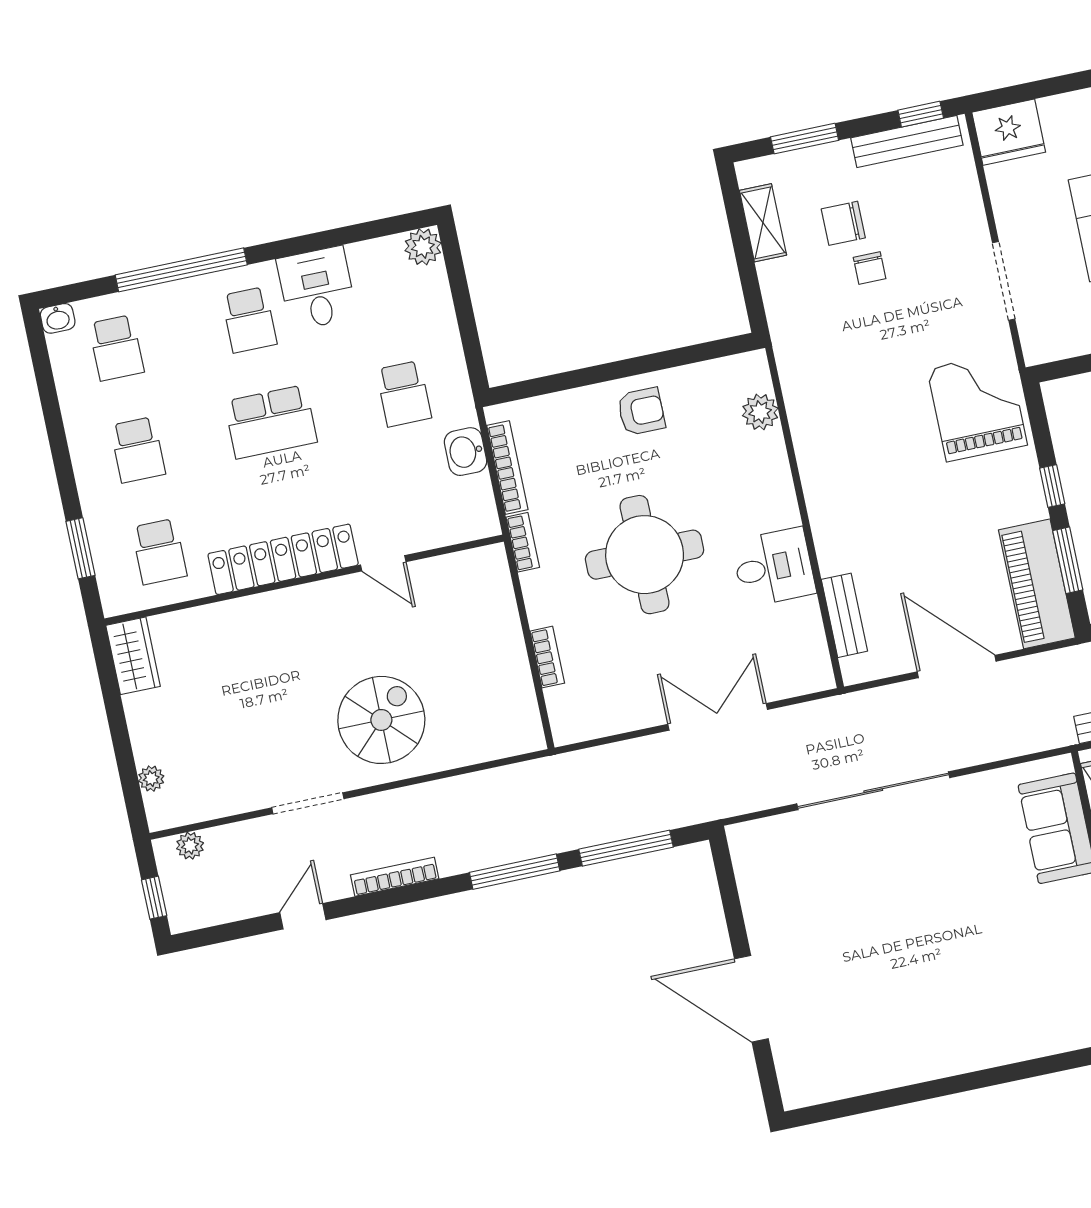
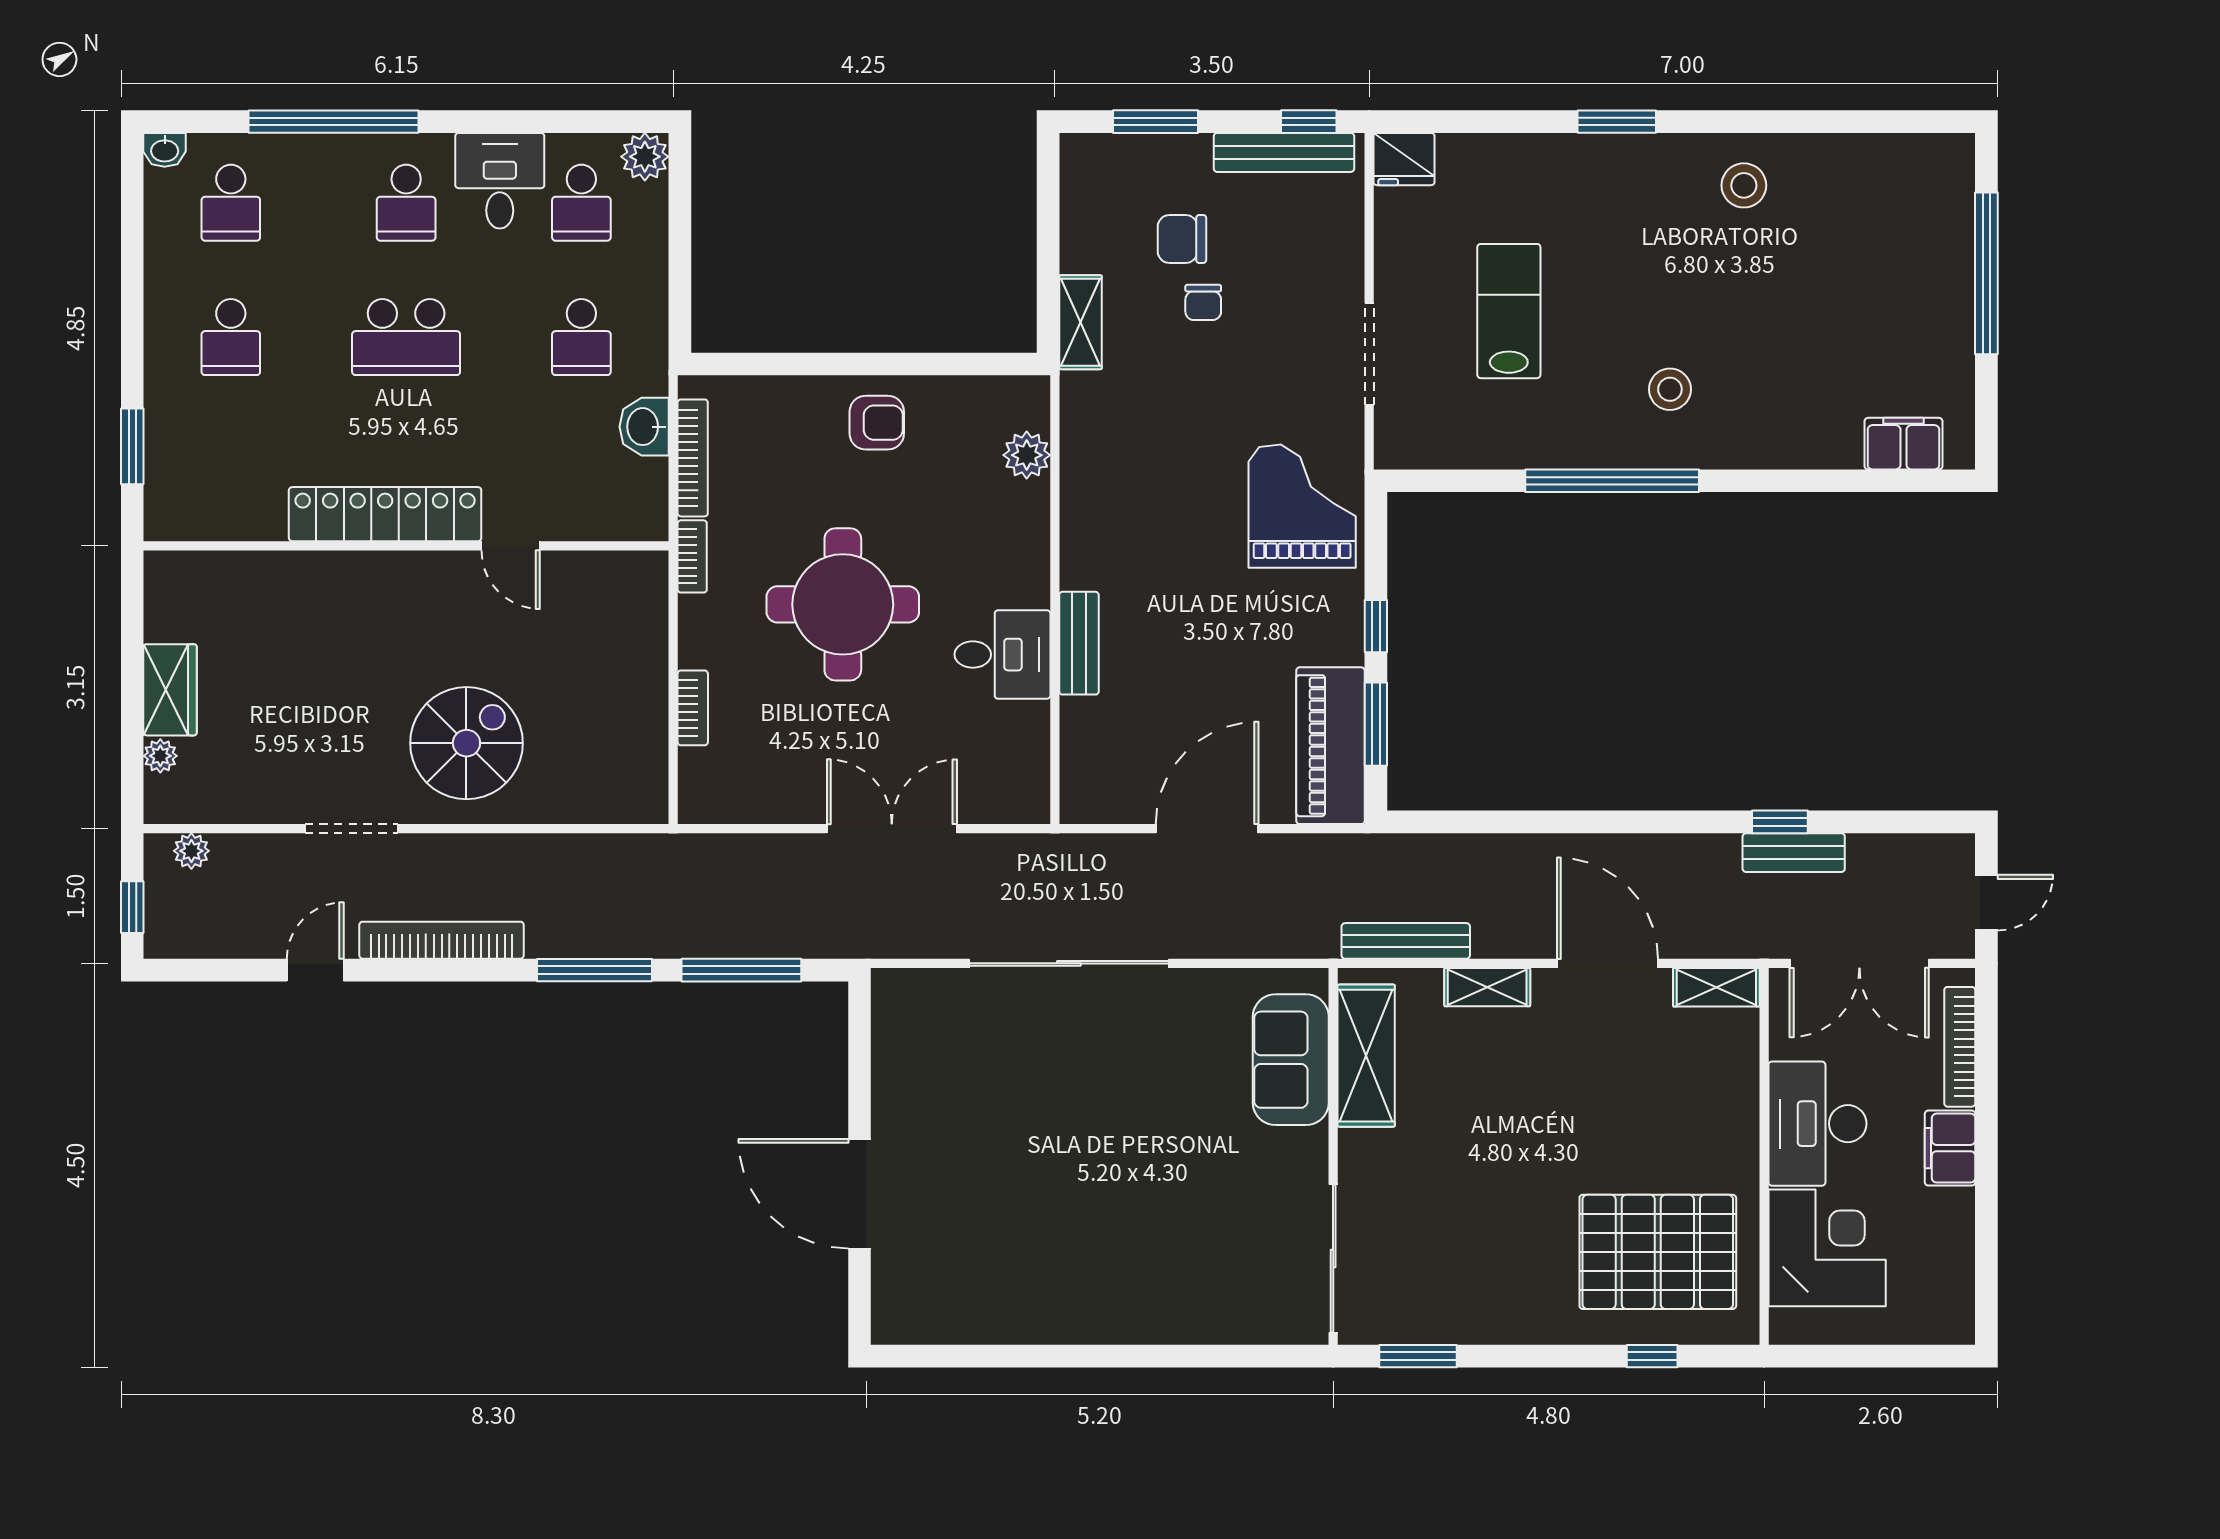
fridge: (1009, 132) -> (1404, 159), width x0.73, depth x0.75
shelving: (763, 223) -> (1081, 322), moved
school desk: (159, 552) -> (581, 203), moved
bench: (844, 615) -> (1079, 643), moved
wardrobe: (133, 656) -> (170, 690), moved
door: (957, 666) -> (1207, 829), hinge flipped
bookcase: (395, 877) -> (442, 940), width x1.48, depth x1.31

